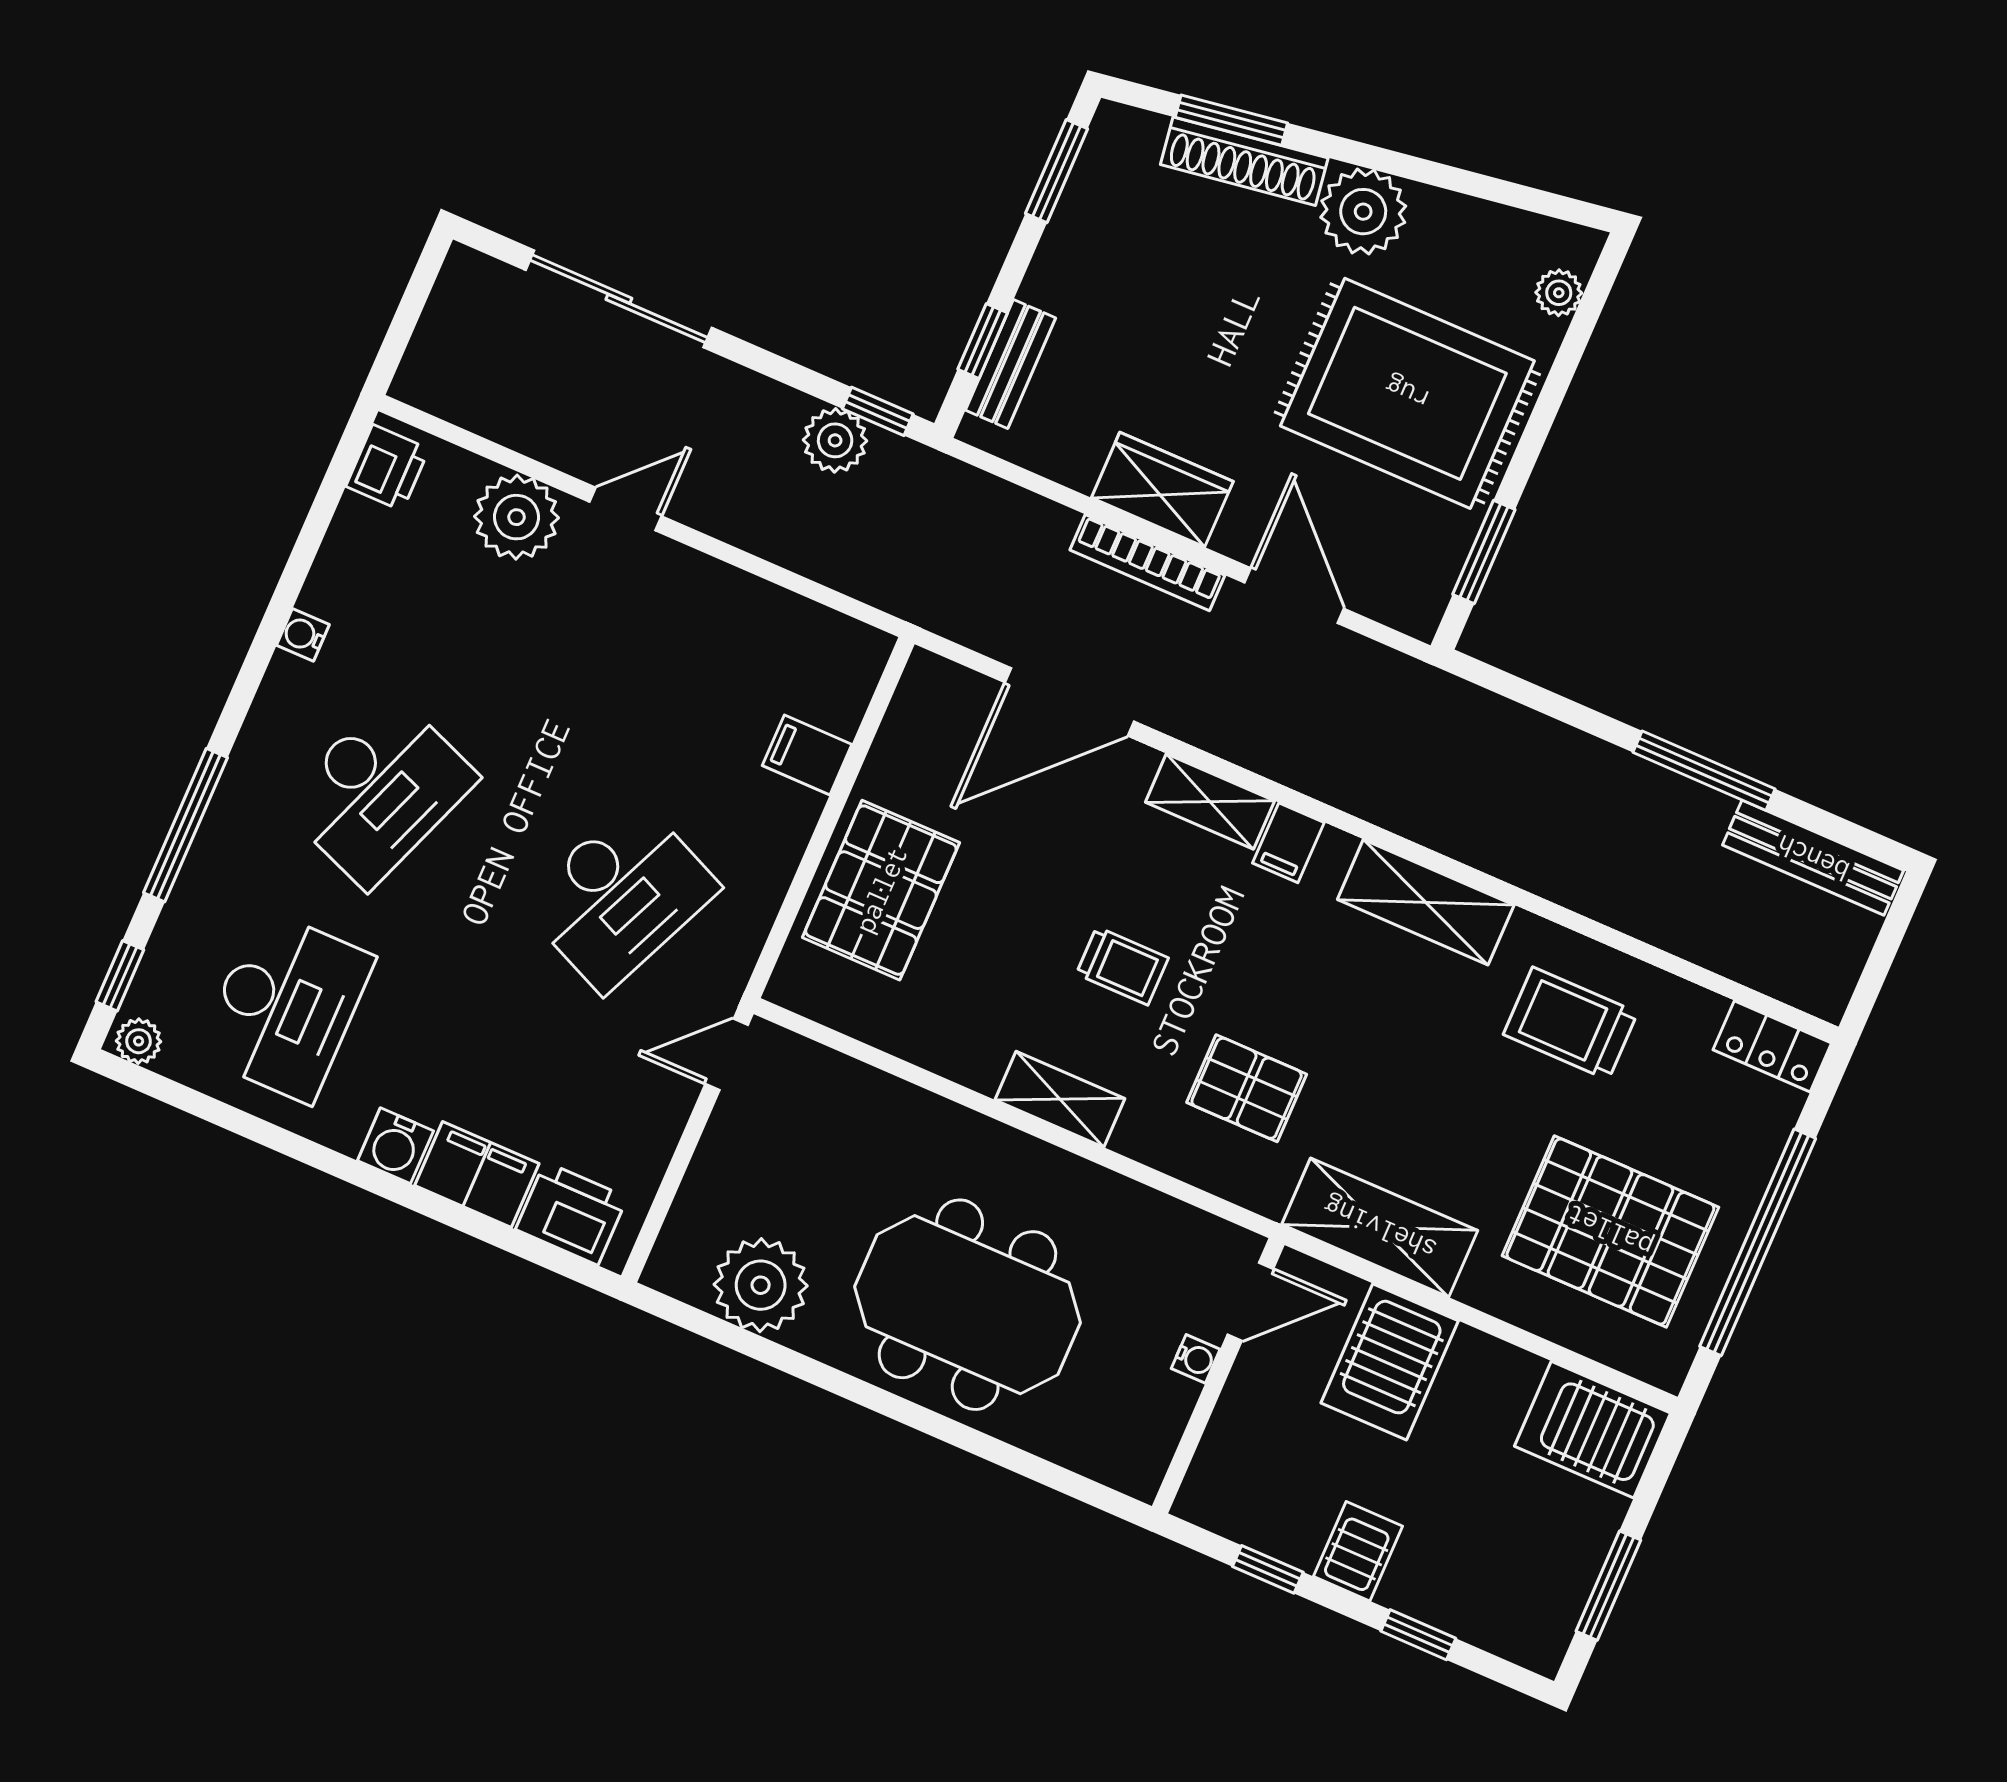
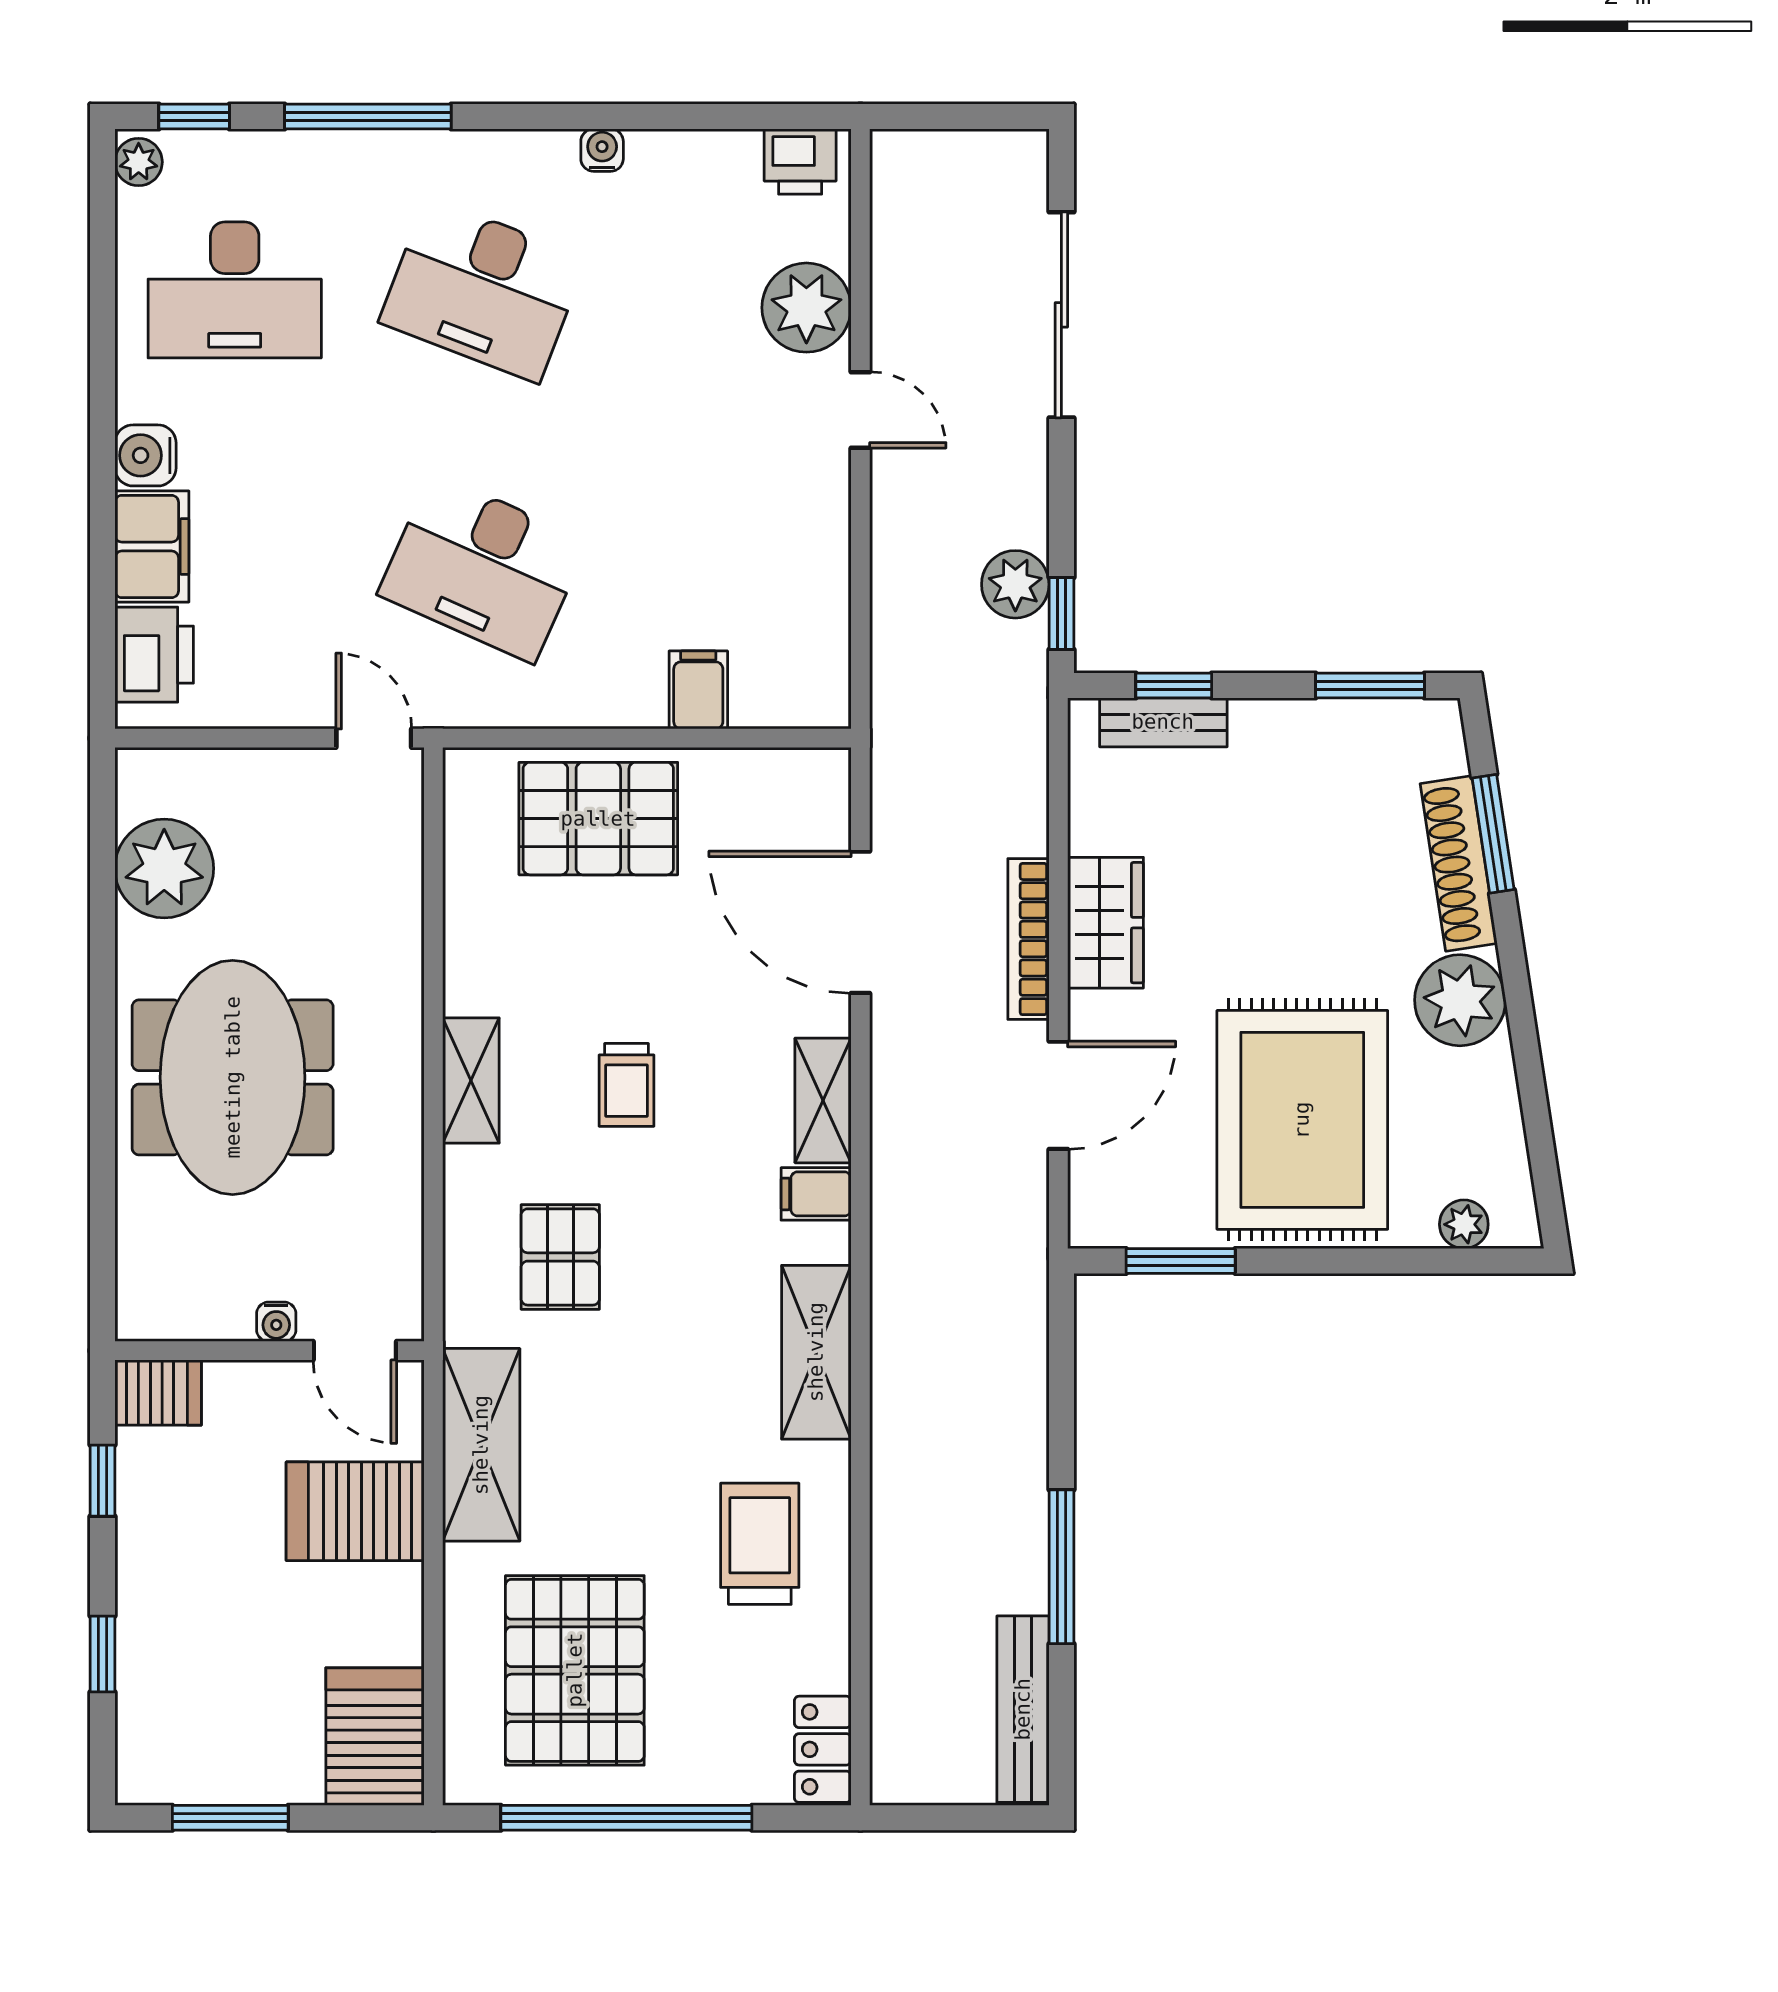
server rack: (1358, 1551) -> (158, 1393), moved

